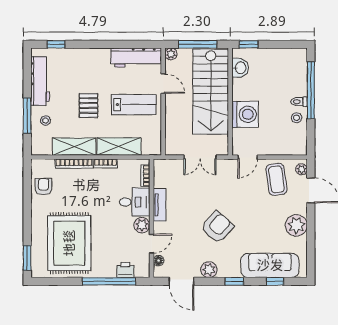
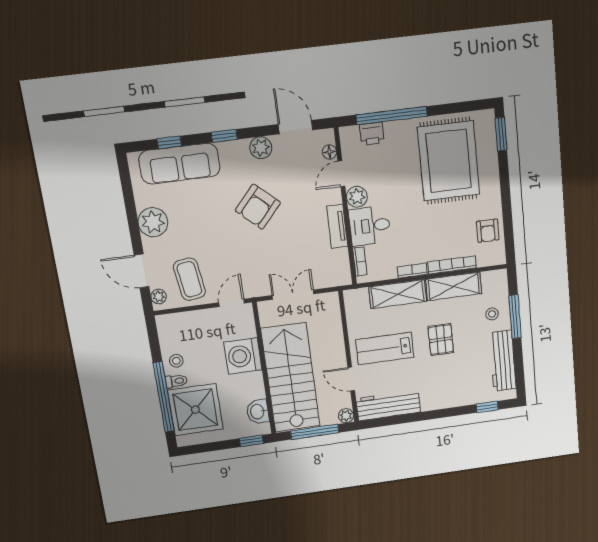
shower: (288, 77) -> (195, 410), added

